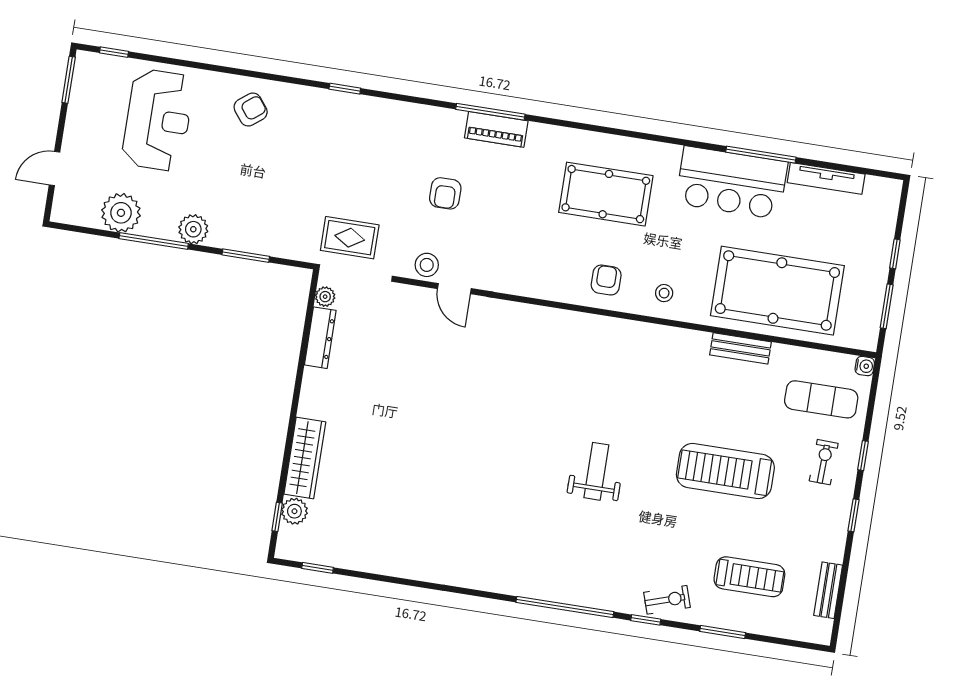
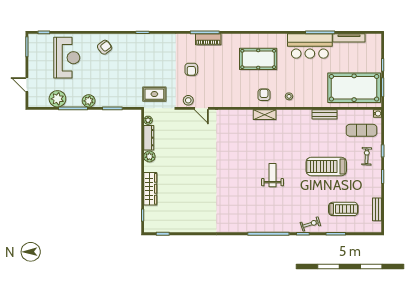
door: (55, 169) -> (27, 85), hinge flipped
pool table: (777, 291) -> (354, 88), moved
shelving: (600, 327) -> (265, 115), added
plant: (294, 511) -> (149, 156), moved

